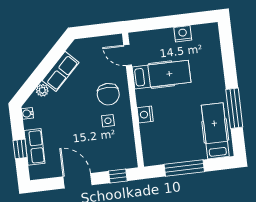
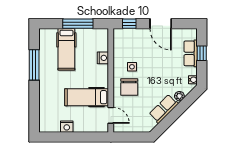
chair: (108, 94) -> (129, 87), turned 180
nightstand: (145, 115) -> (103, 58), moved
hospital bed: (215, 131) -> (66, 49), moved

